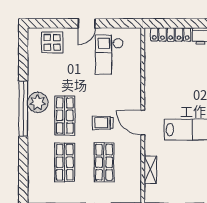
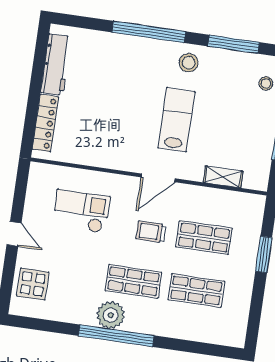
checkout: (109, 55) -> (81, 211), moved, turned 180
trolley: (103, 123) -> (151, 232), turned 90

